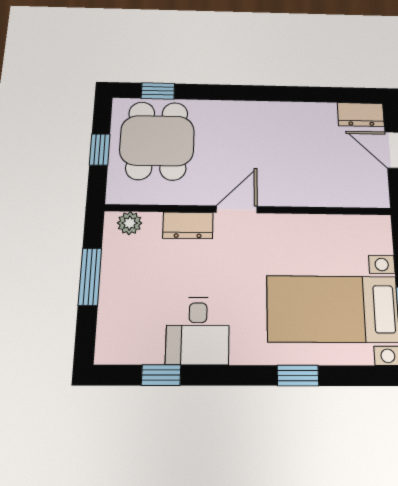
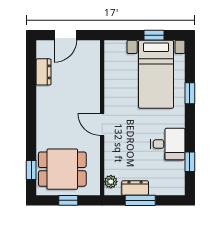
dresser: (361, 115) -> (44, 72), moved
dresser: (188, 225) -> (135, 188), moved, turned -90

